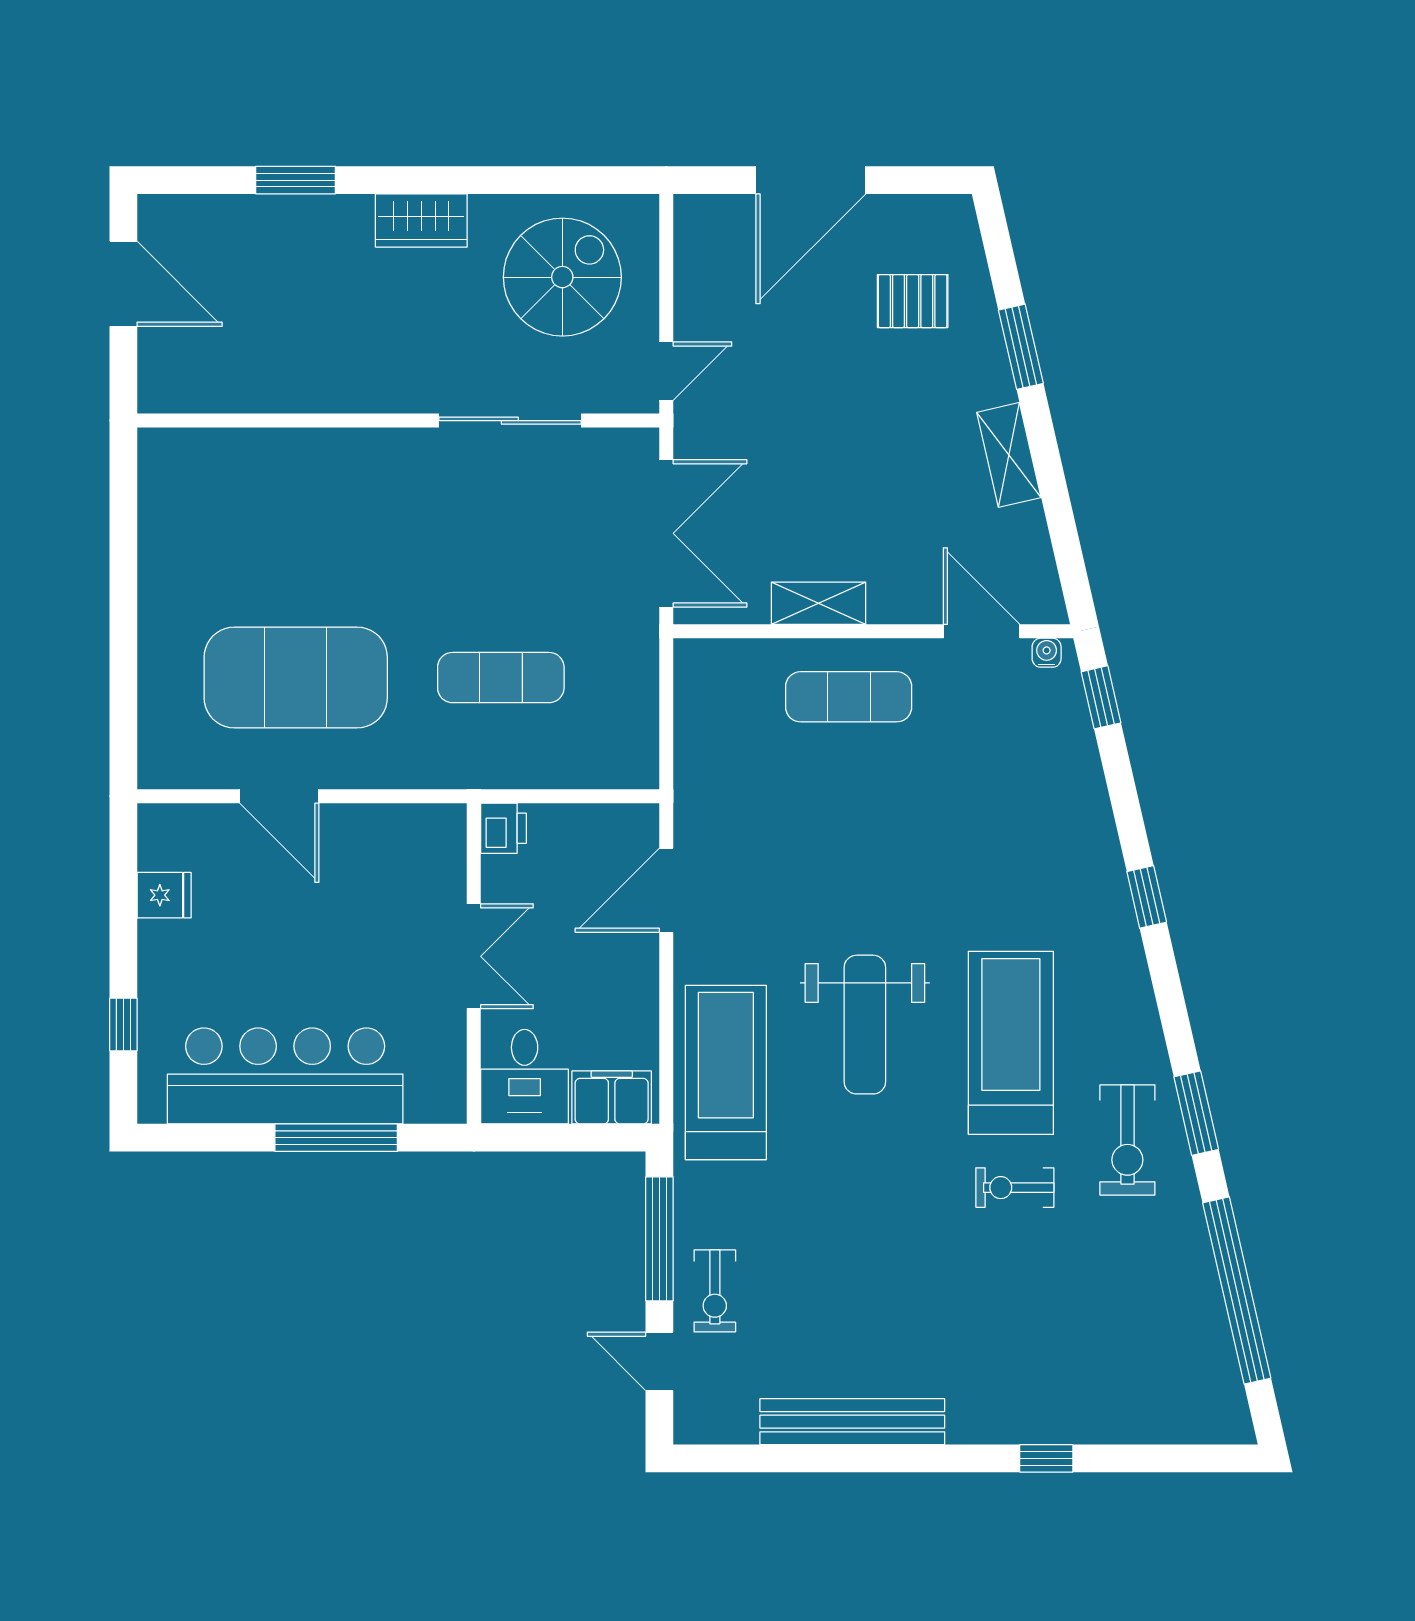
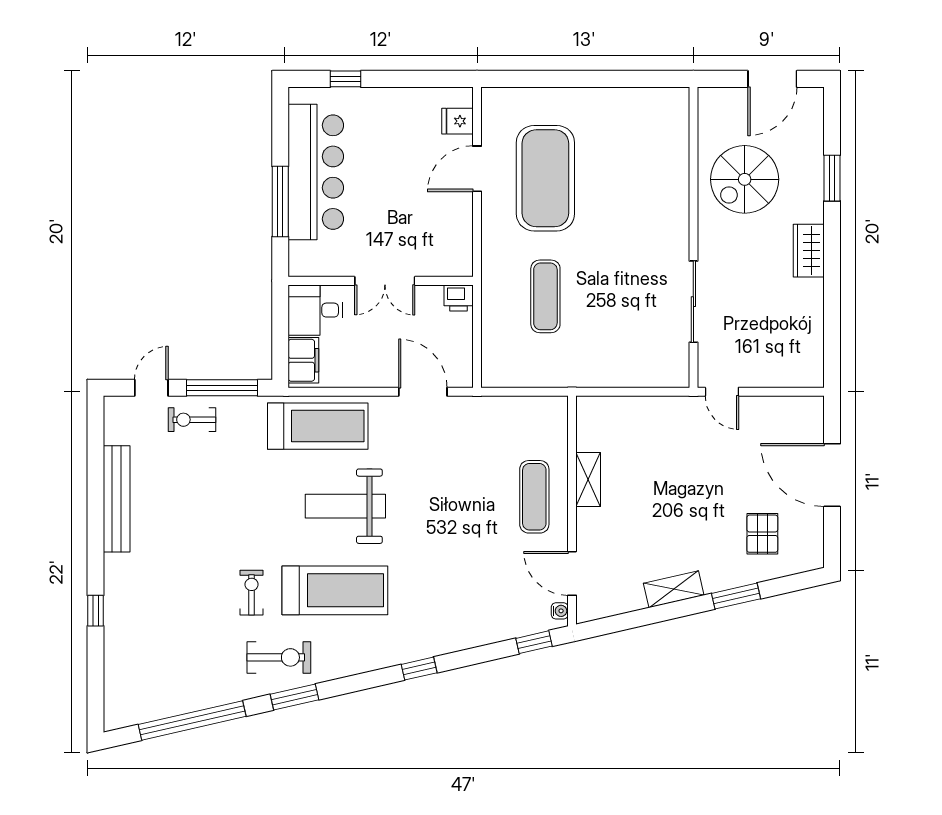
spiral stairs: (562, 277) -> (745, 179), moved, turned 90
double door: (666, 533) -> (628, 392), removed
door: (982, 631) -> (572, 573), swing flipped
fridge: (164, 895) -> (457, 121), moved, turned 90
exercise bike: (1127, 1140) -> (279, 657), turned 180

